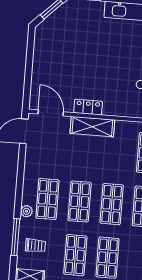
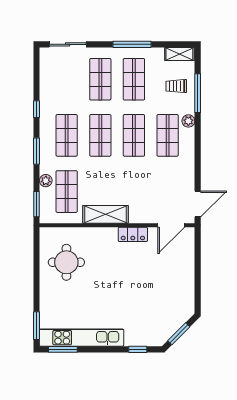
door: (51, 113) -> (171, 225), hinge flipped
shelving: (92, 127) -> (105, 214), moved

